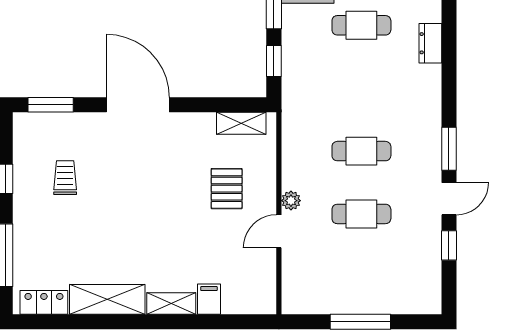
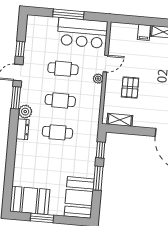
cafe table: (361, 25) -> (57, 132), moved
dresser: (430, 43) -> (23, 129), moved
plant: (428, 123) -> (25, 112), added
bar counter: (330, 288) -> (82, 33), added

